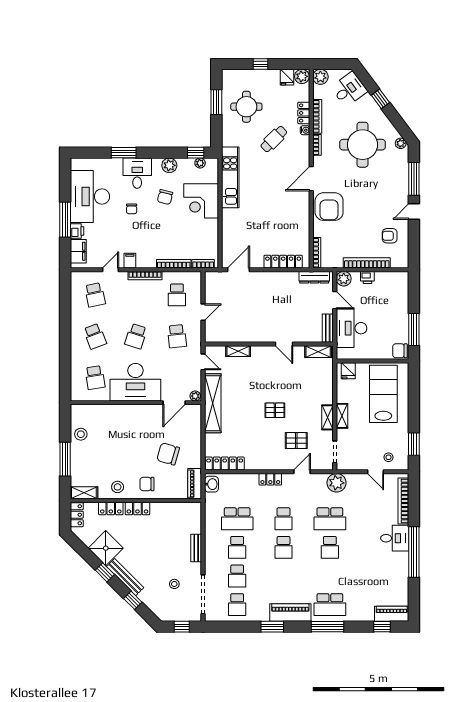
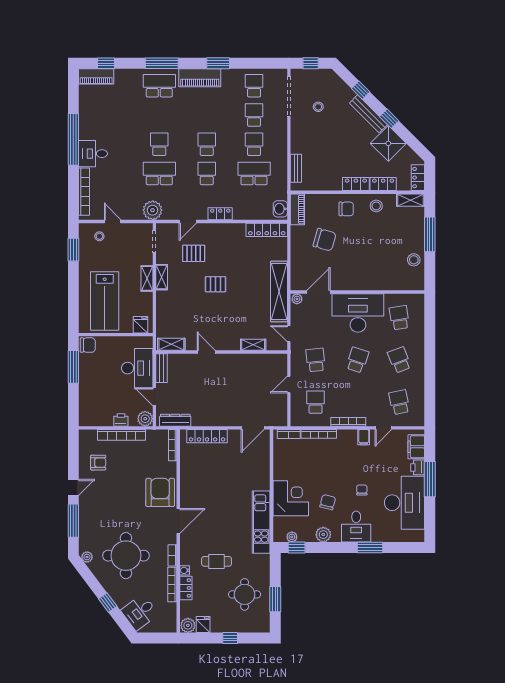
plant: (320, 77) -> (169, 625), removed
cafe table: (274, 139) -> (217, 561), turned 45
bench: (196, 548) -> (296, 168), moved

